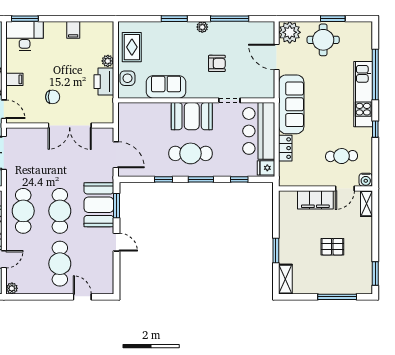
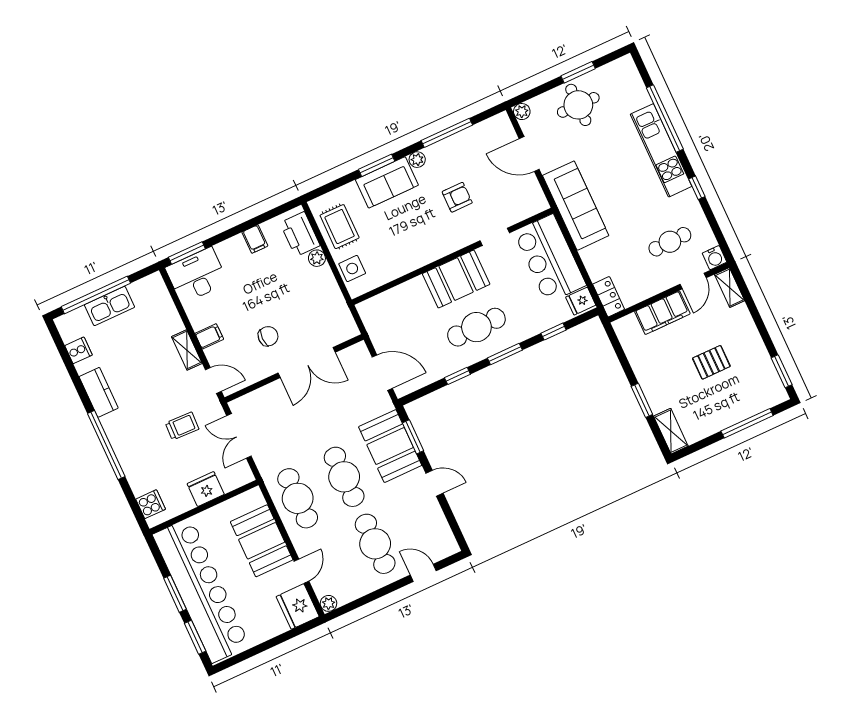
plant: (290, 32) -> (522, 112), width x0.53, depth x0.53
printer: (104, 82) -> (300, 234), moved
sofa: (166, 87) -> (387, 182), moved, turned 180
locker: (285, 148) -> (609, 297), moved

